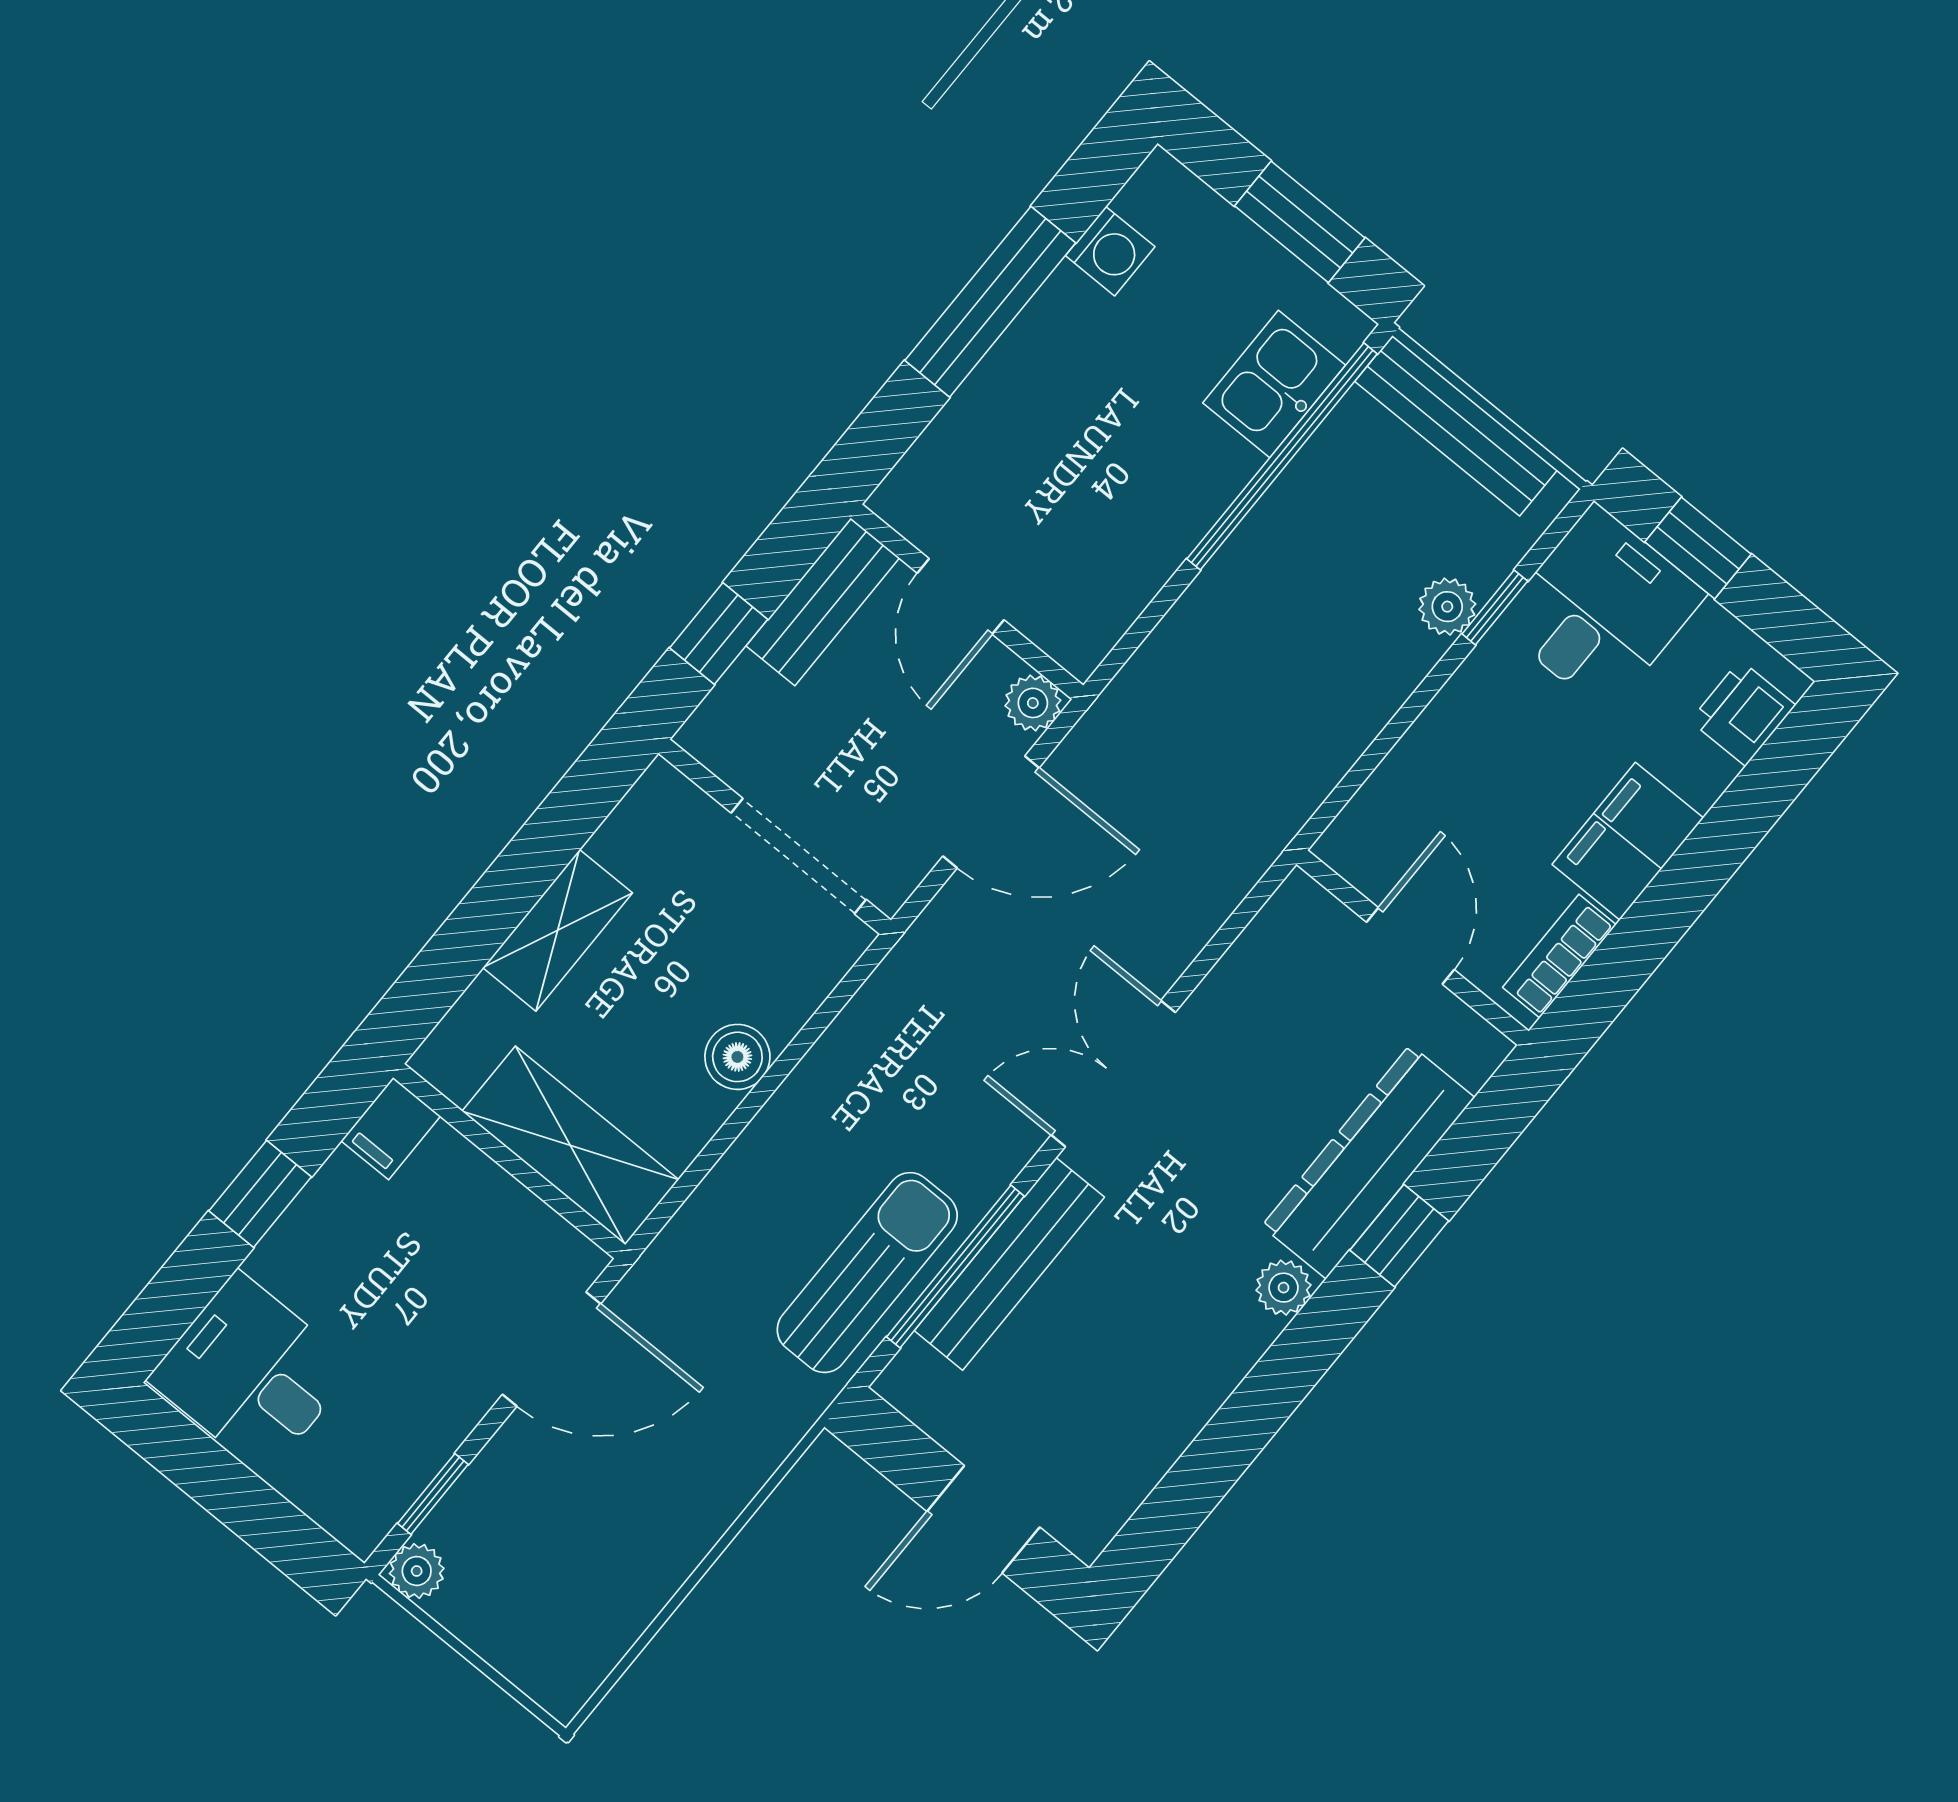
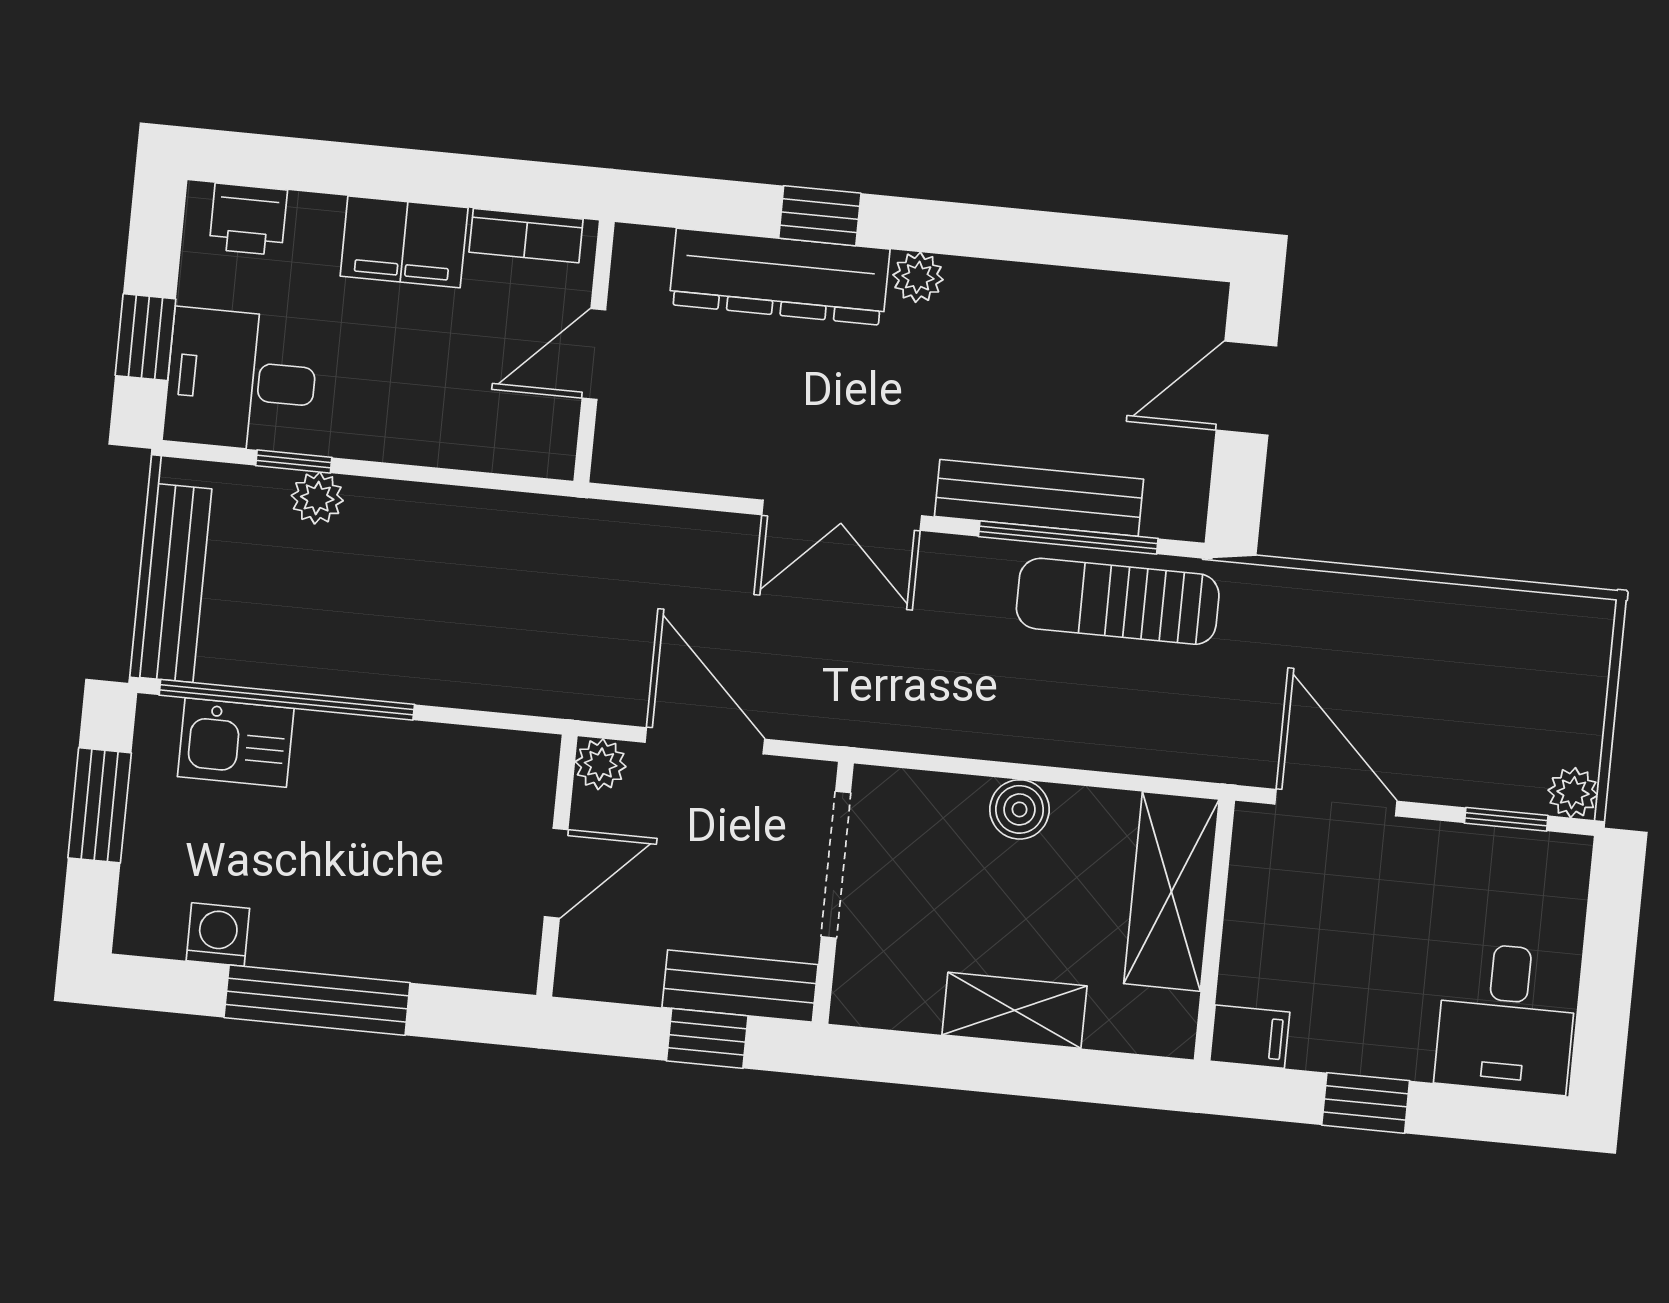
bench: (823, 602) -> (740, 986), moved
door: (983, 1519) -> (1246, 388), swing flipped

